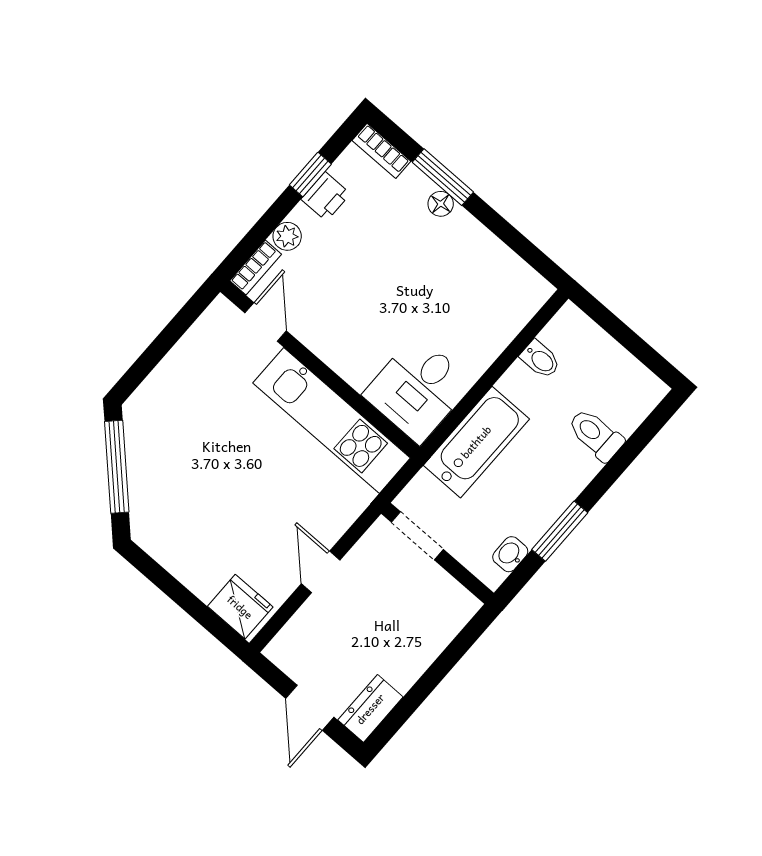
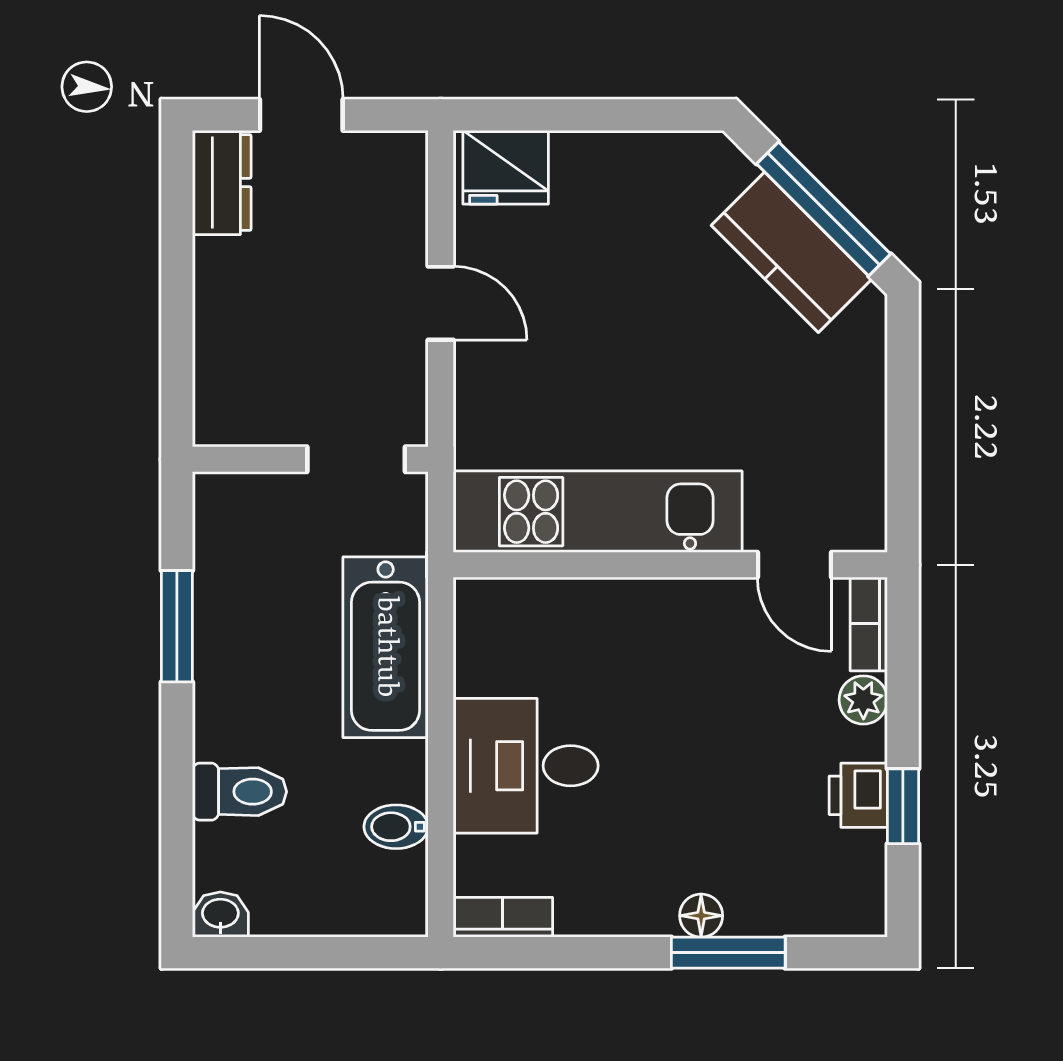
bookcase: (381, 151) -> (503, 917), moved
desk: (418, 389) -> (526, 766), moved, turned -90
kitchen counter: (147, 460) -> (792, 252), added
washbasin: (510, 554) -> (220, 915), moved, turned -90

